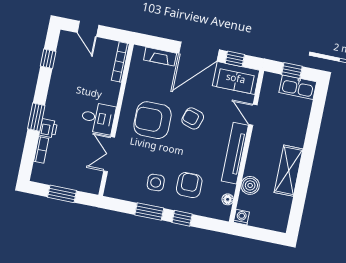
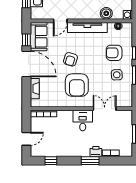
double door: (109, 154) -> (105, 109), swing flipped

